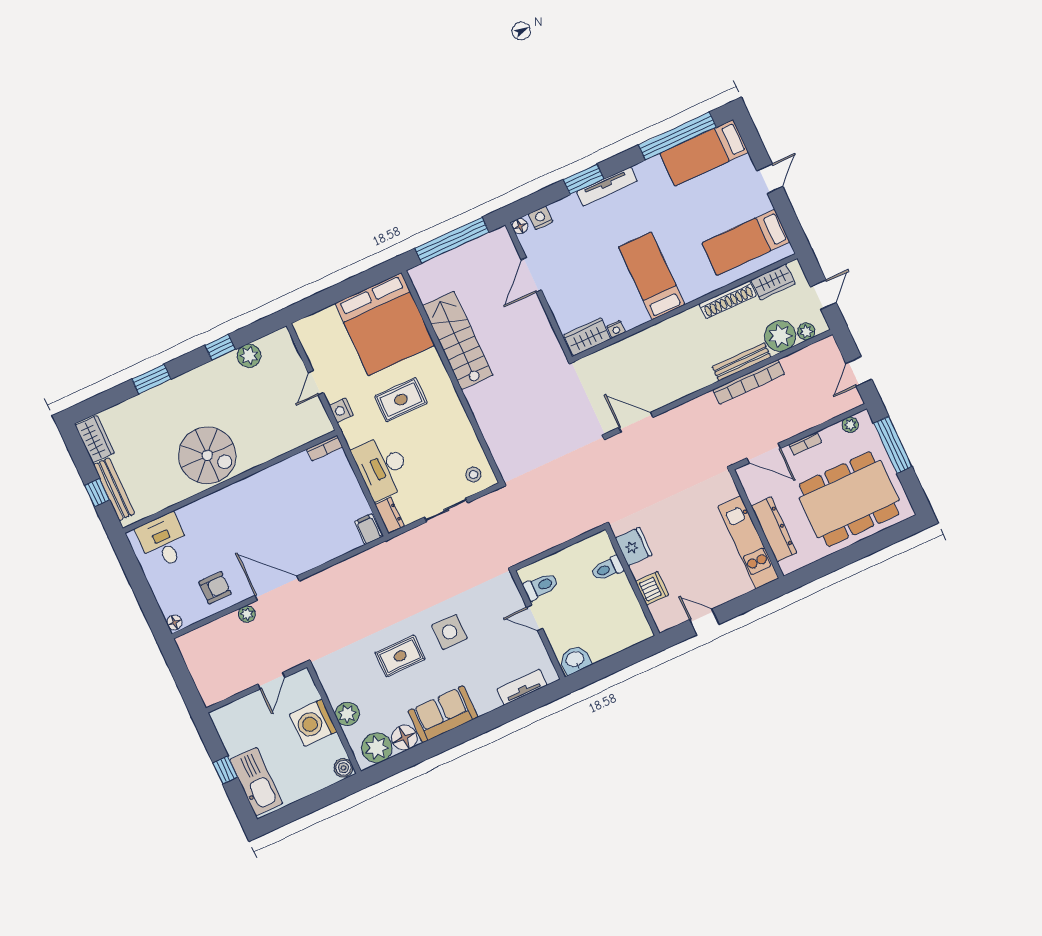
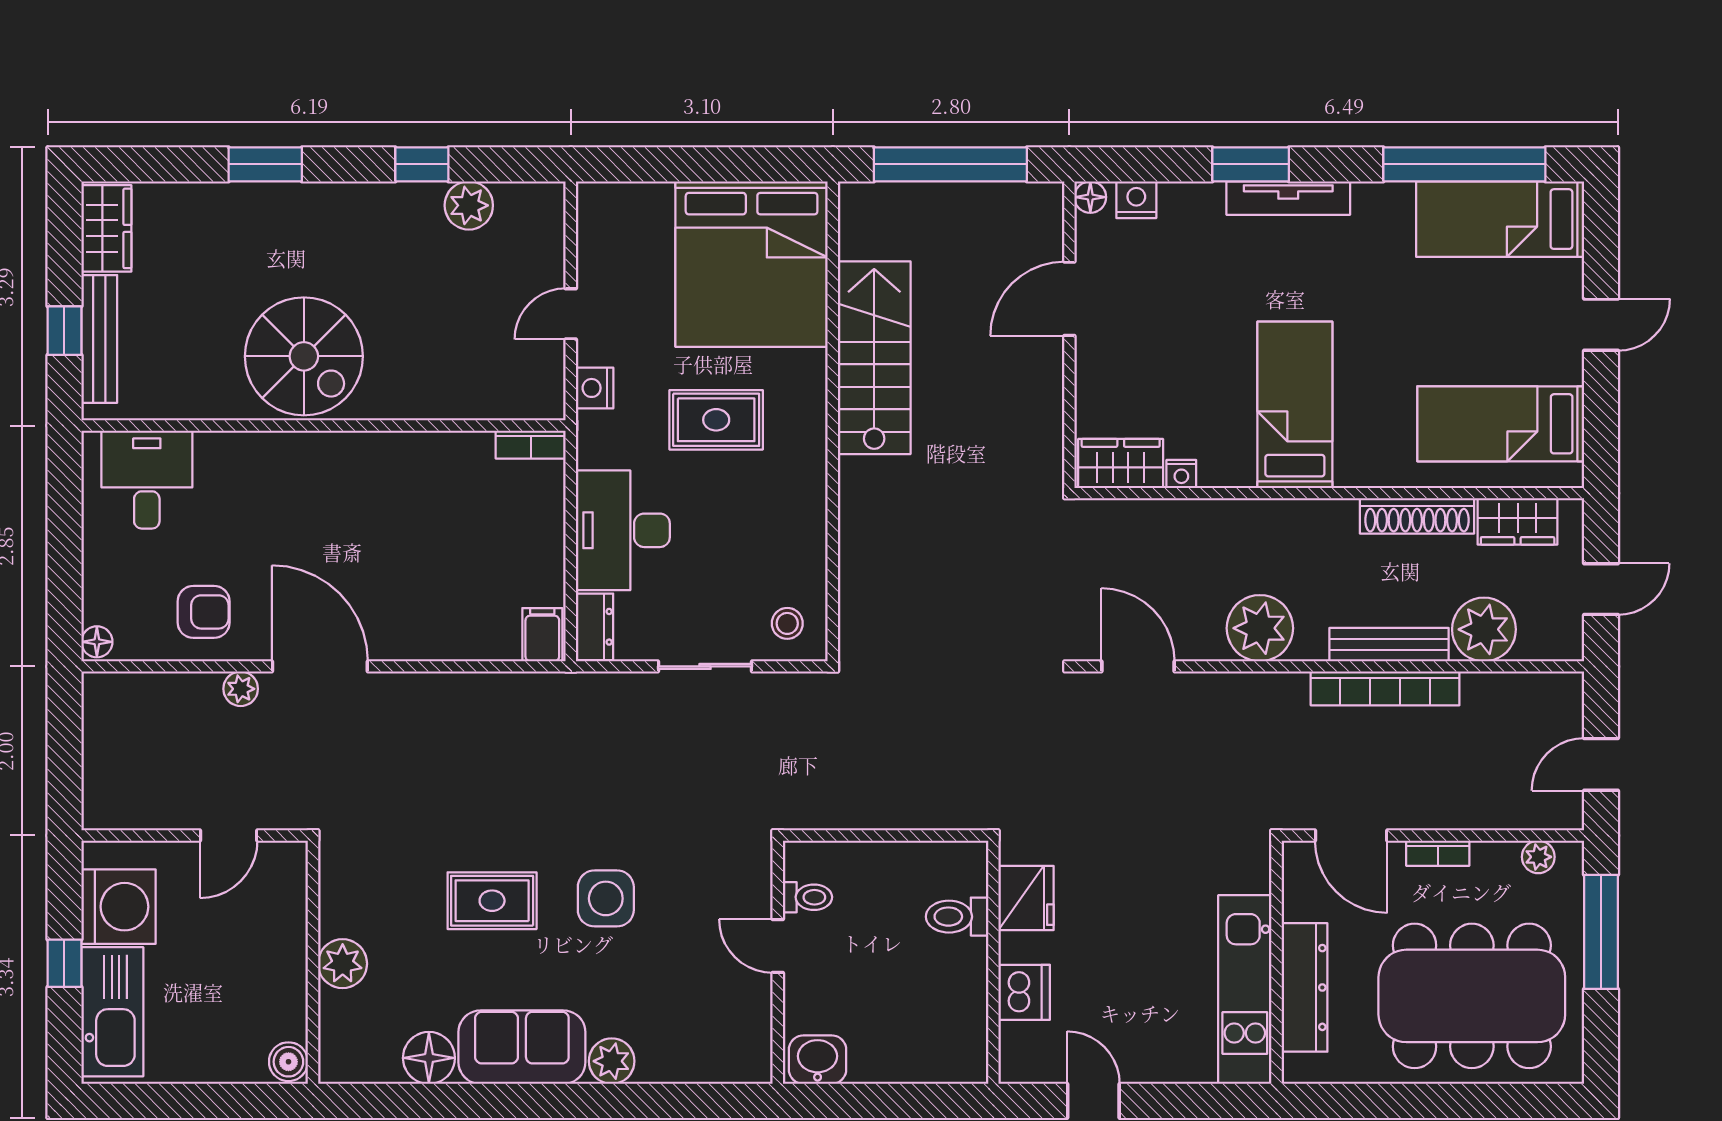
plant: (806, 332) -> (1260, 628), moved, width x1.88, depth x1.88
toilet: (541, 586) -> (808, 897), width x0.73, depth x0.72
tv unit: (522, 687) -> (694, 1065), removed
washing machine: (313, 723) -> (119, 907), moved, turned 180
plant: (377, 748) -> (612, 1061), moved, width x0.73, depth x0.73

